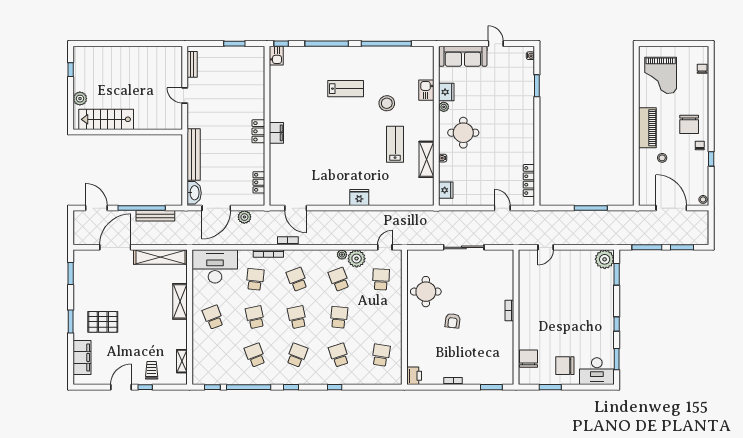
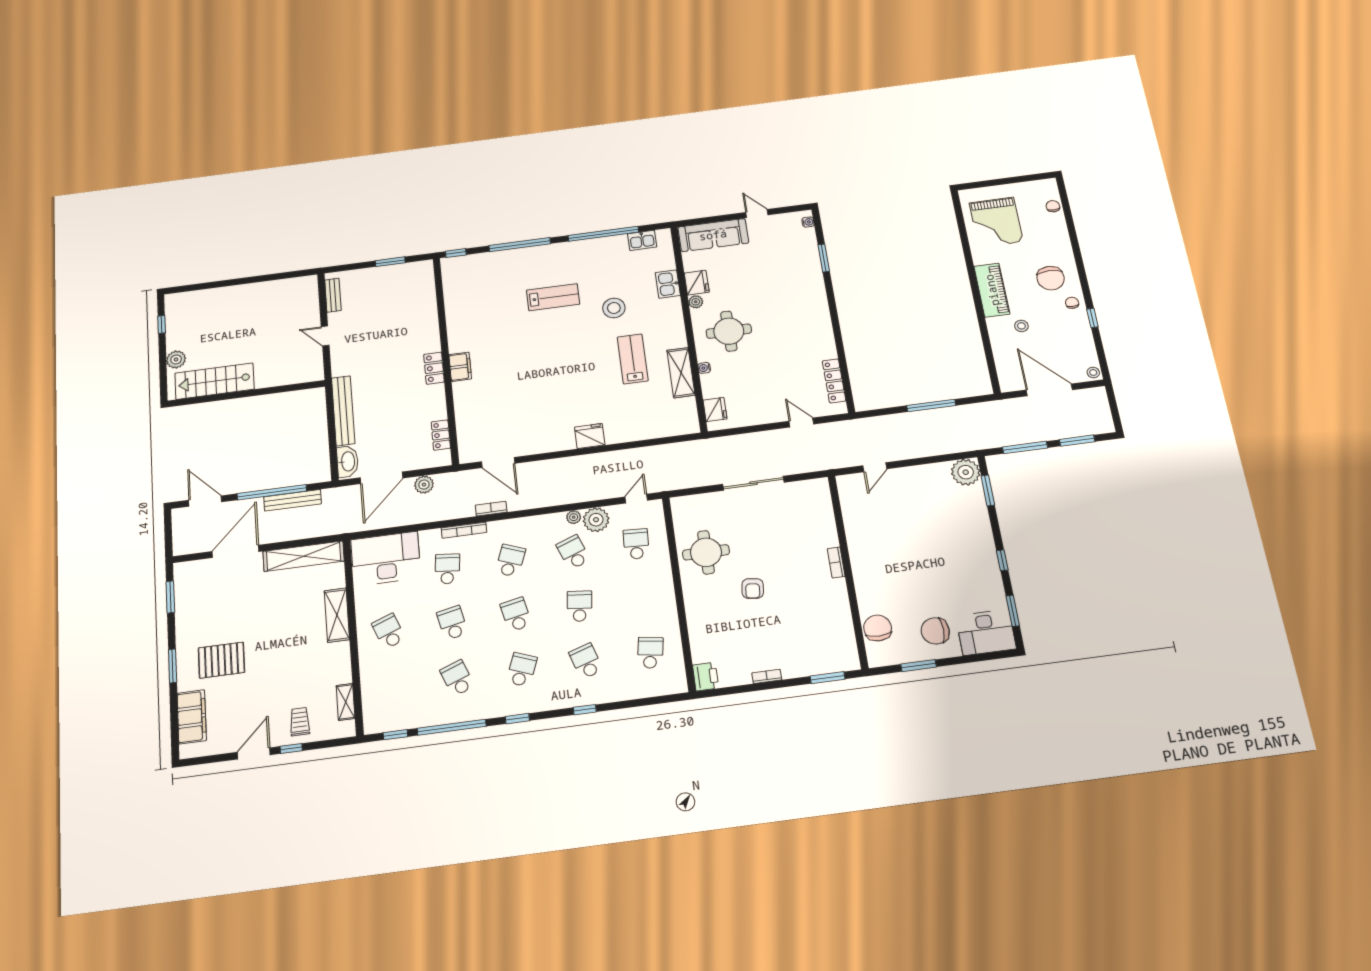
kitchen sink: (276, 56) -> (642, 240), moved, turned 90
school desk: (297, 279) -> (510, 561), turned 42

